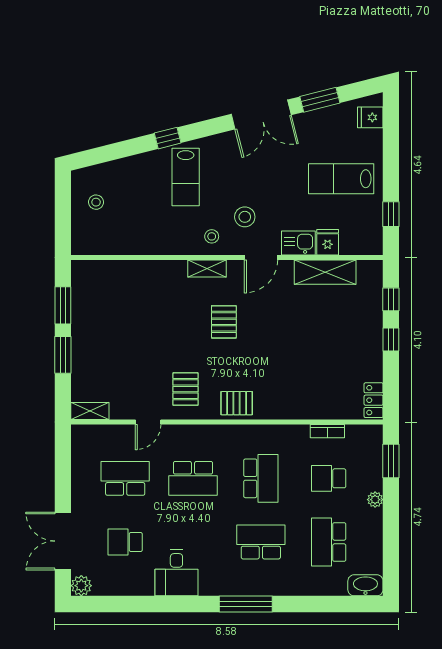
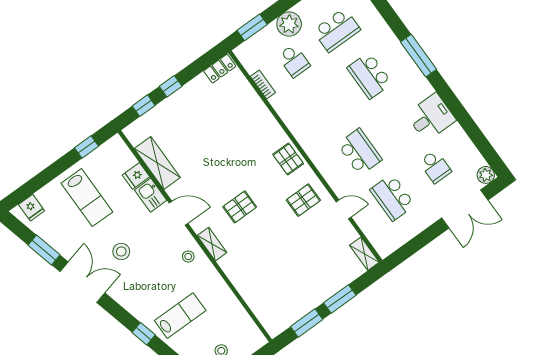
lab bench: (186, 177) -> (180, 316), moved
stool: (245, 217) -> (121, 252), moved
school desk: (261, 478) -> (327, 106), removed
plant: (375, 500) -> (289, 24), width x1.88, depth x1.88

